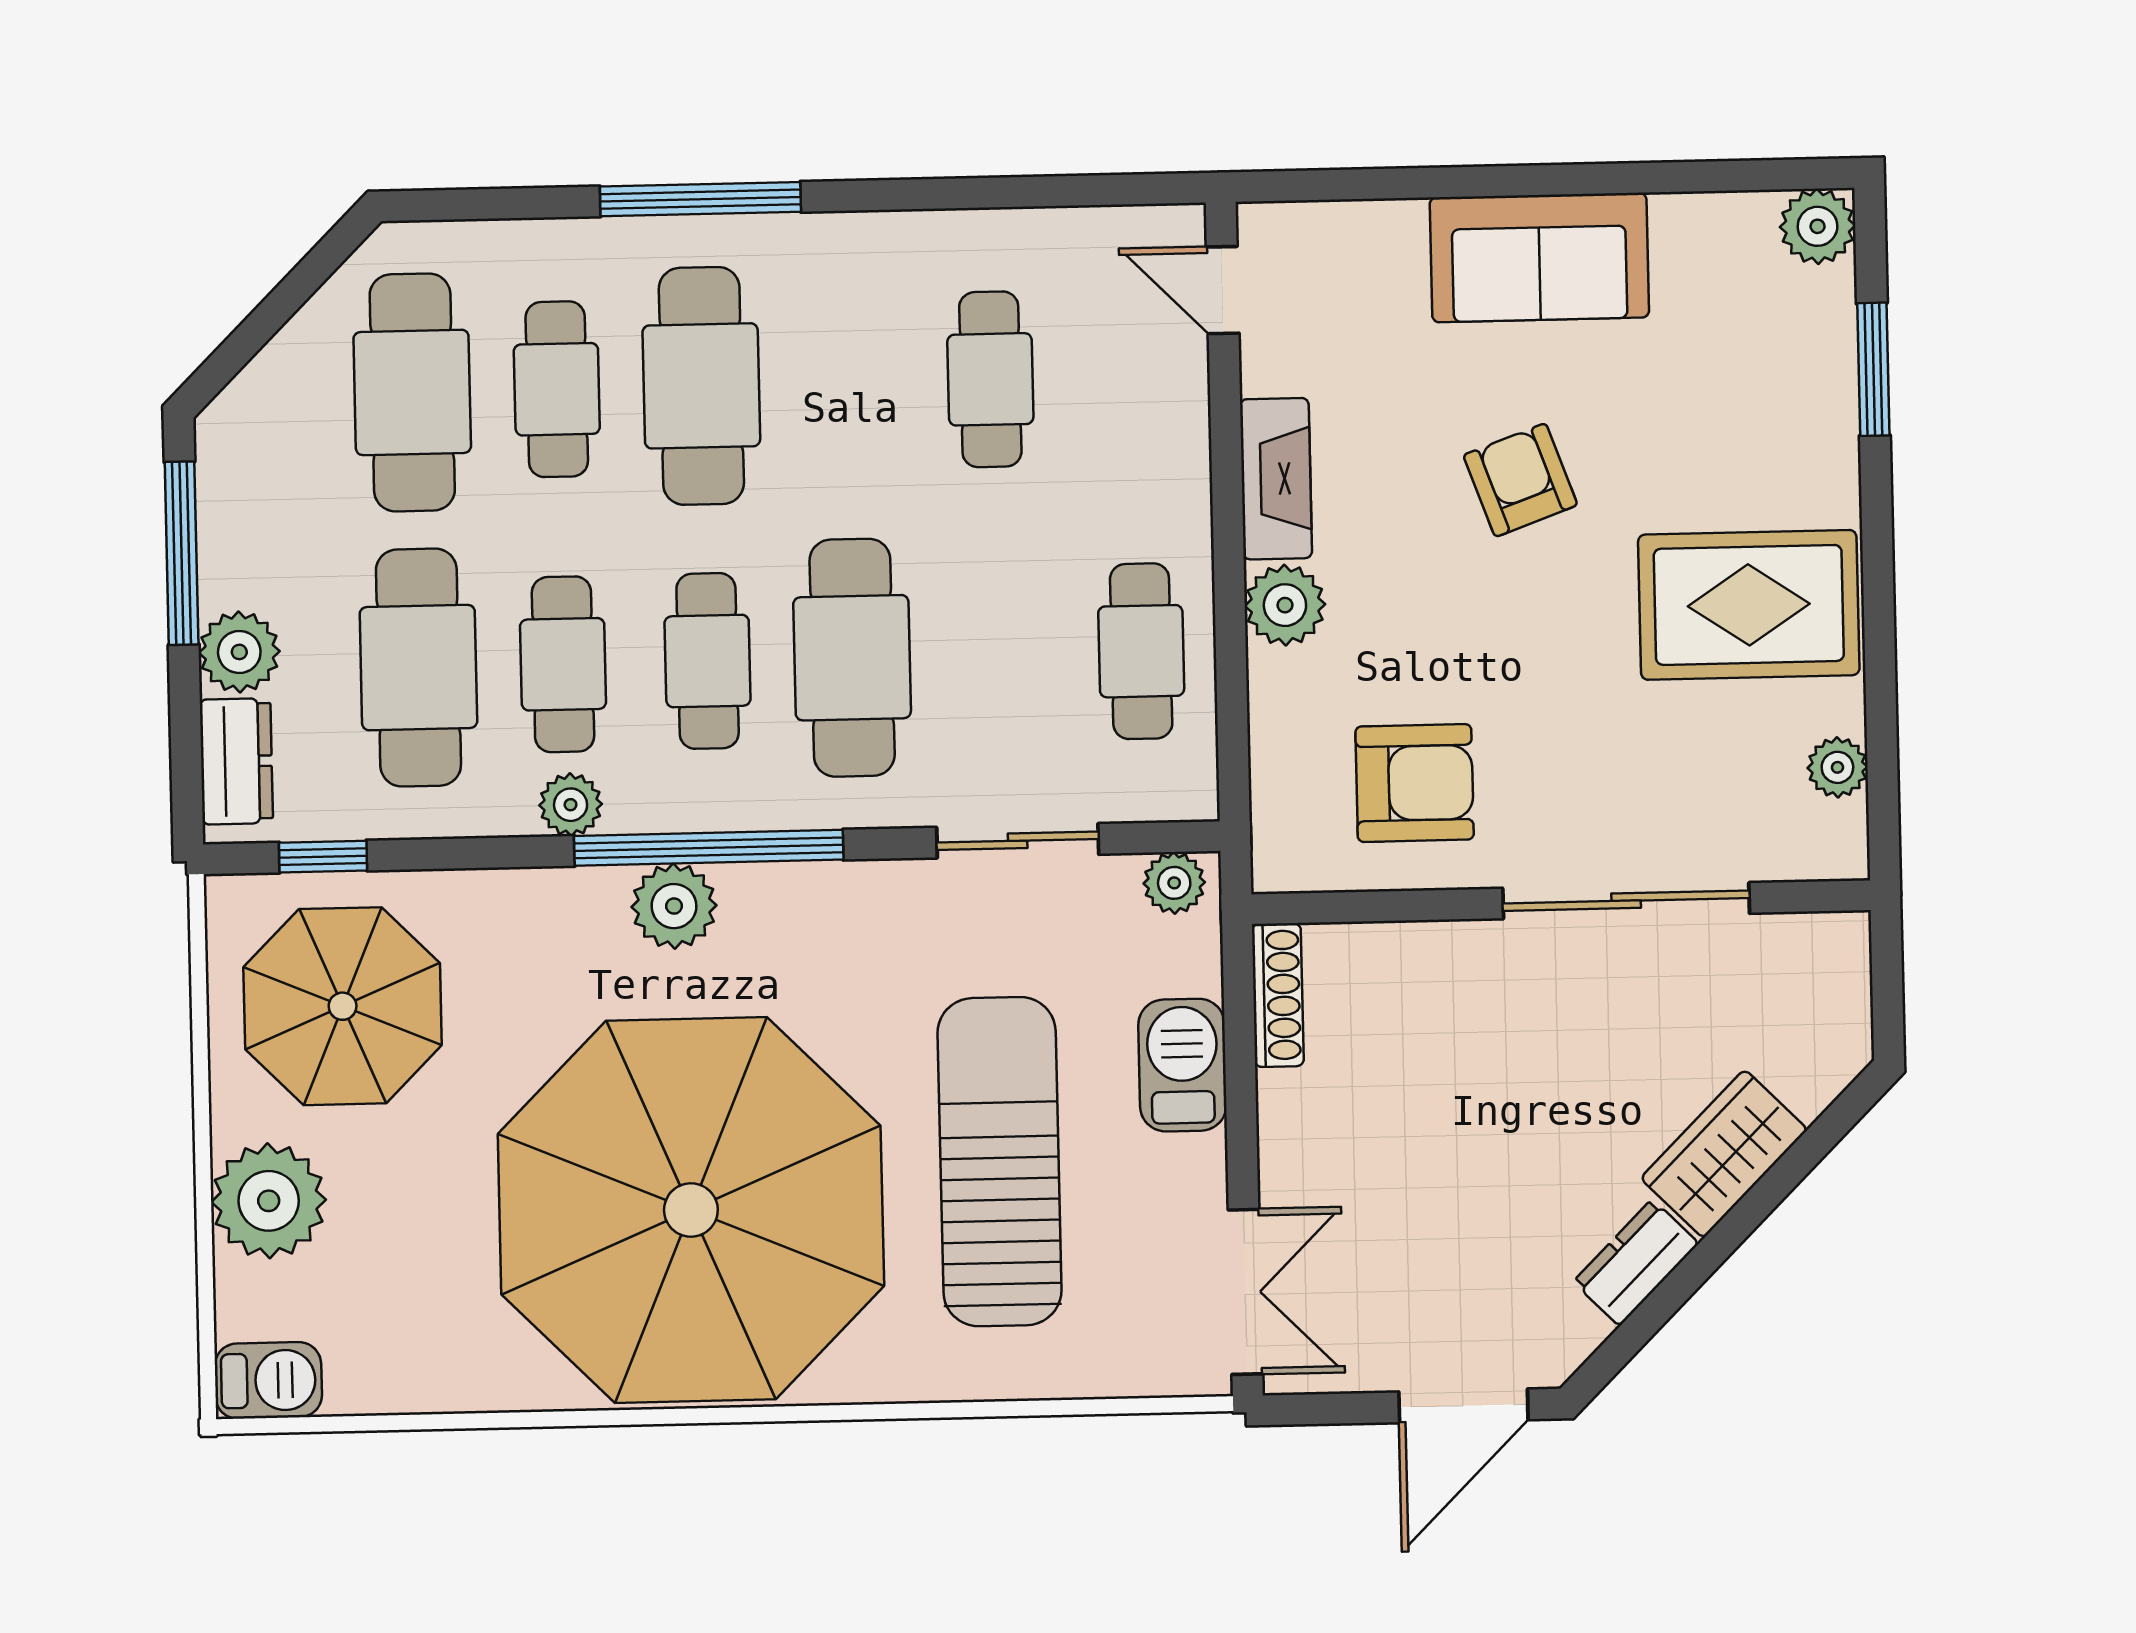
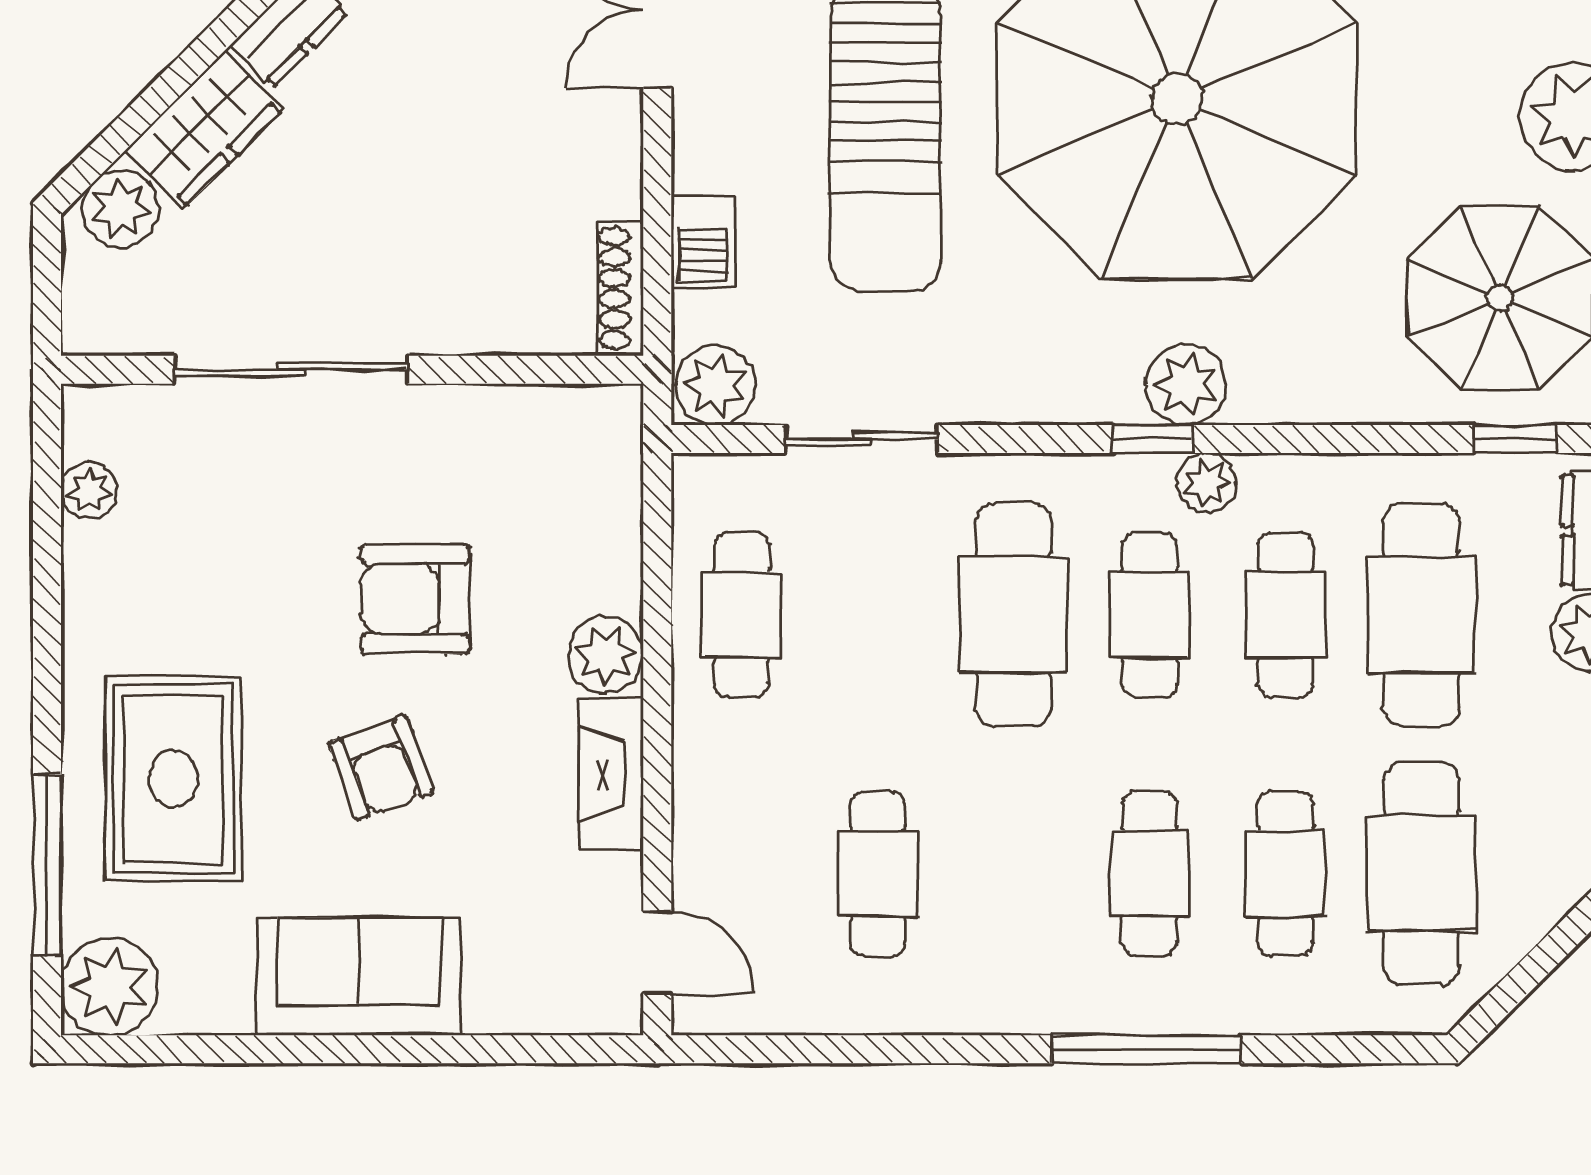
plant: (1818, 226) -> (109, 987), width x1.36, depth x1.36
window: (1873, 369) -> (47, 864), width x1.44
cafe table: (701, 386) -> (1150, 874), width x0.73, depth x0.74
rug: (1749, 605) -> (173, 779), moved, turned 90
armchair: (1415, 783) -> (415, 599), moved
plant: (571, 805) -> (1207, 483), moved
window: (709, 848) -> (1152, 439), width x0.32
plant: (1174, 883) -> (715, 385), width x1.38, depth x1.38
barbecue: (1182, 1065) -> (703, 242), width x0.73, depth x0.79
plant: (1811, 1068) -> (121, 209), added

